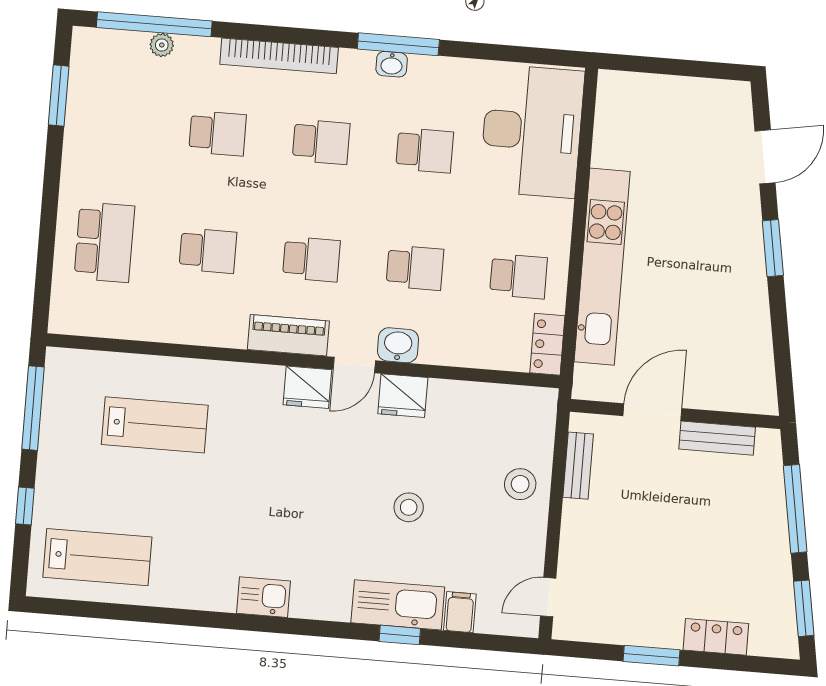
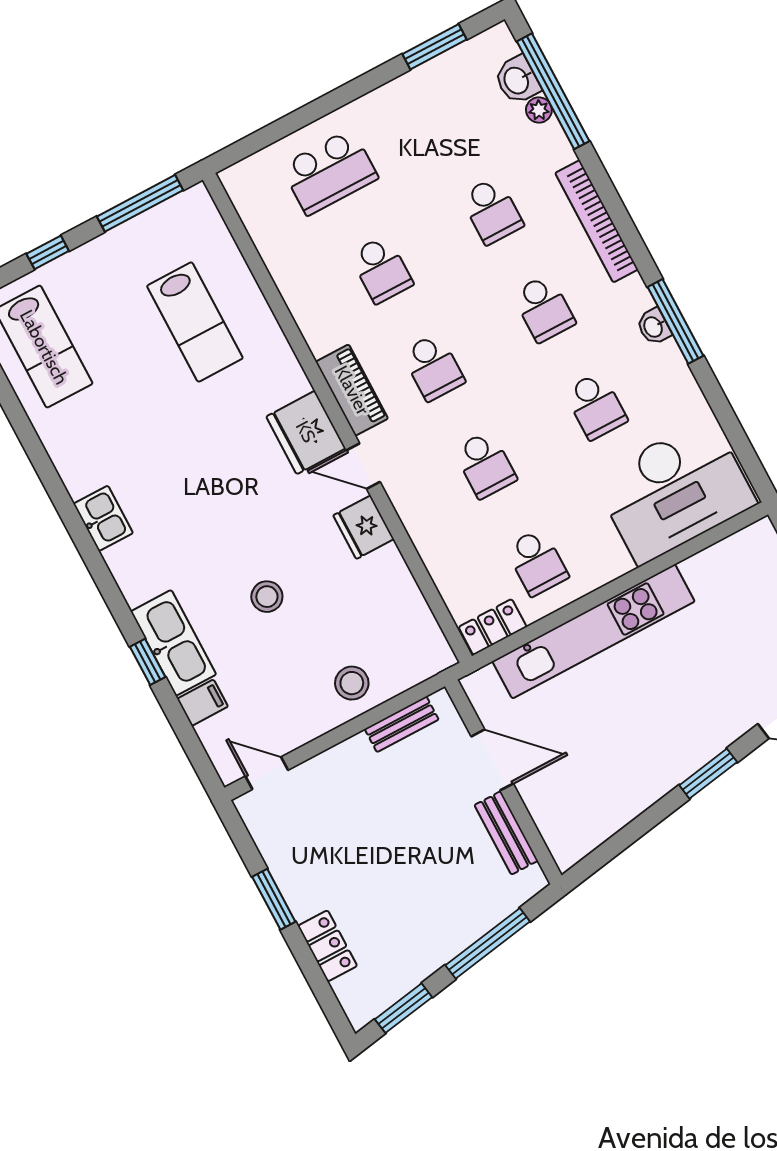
washbasin: (398, 345) -> (517, 80), moved, turned 180
fridge: (307, 387) -> (306, 432), width x1.36, depth x1.34

